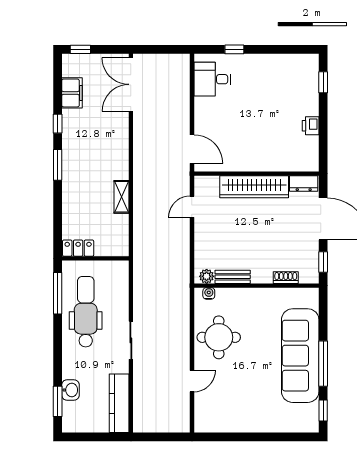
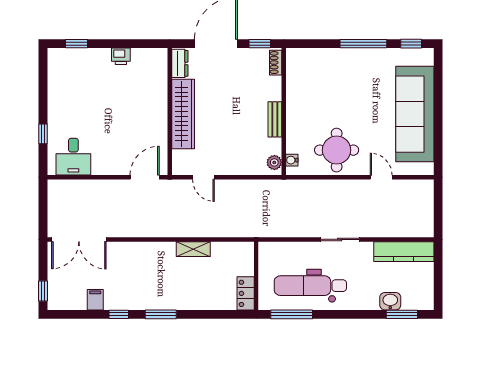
filing cabinet: (72, 93) -> (95, 300), width x0.50
bench: (233, 277) -> (275, 119), moved
shoe rack: (286, 278) -> (276, 63), moved
sofa: (300, 356) -> (415, 114), moved, turned 90

